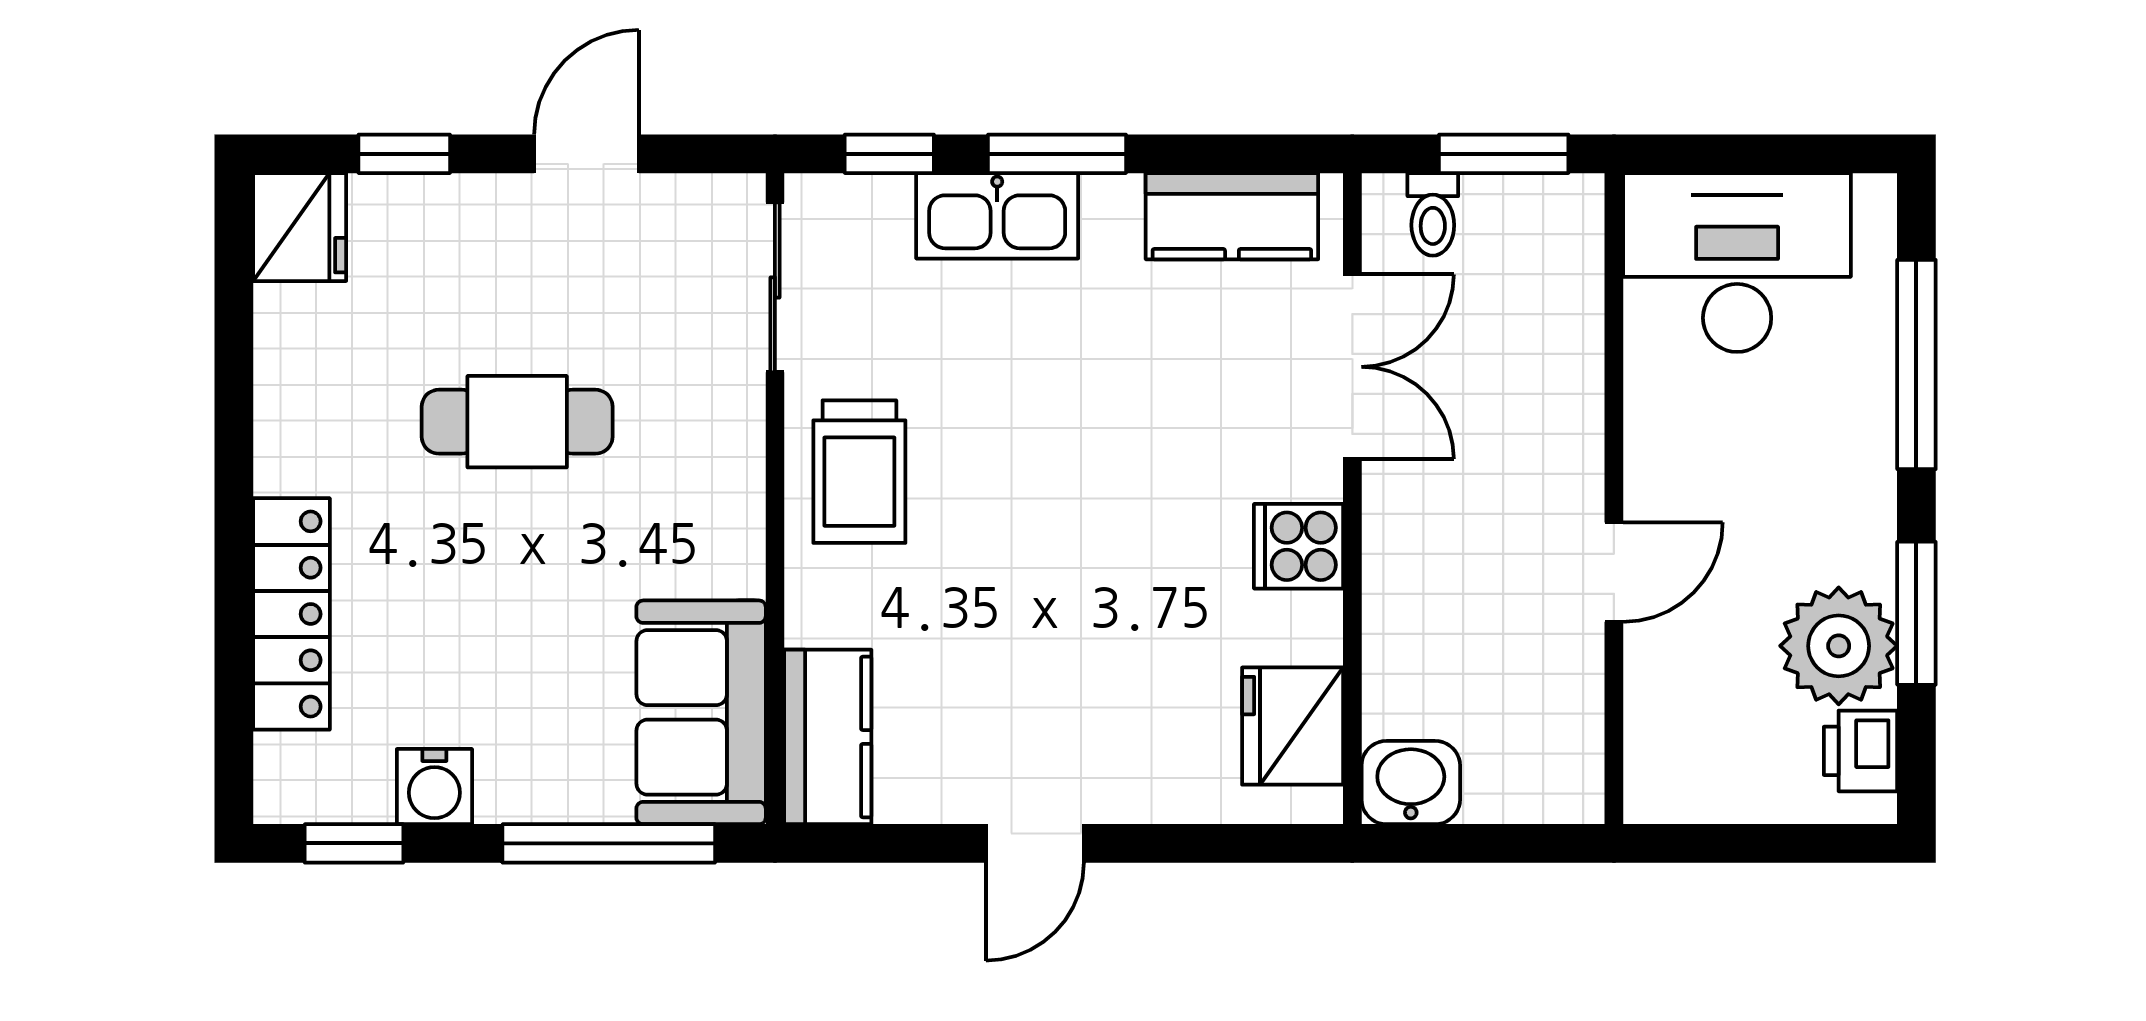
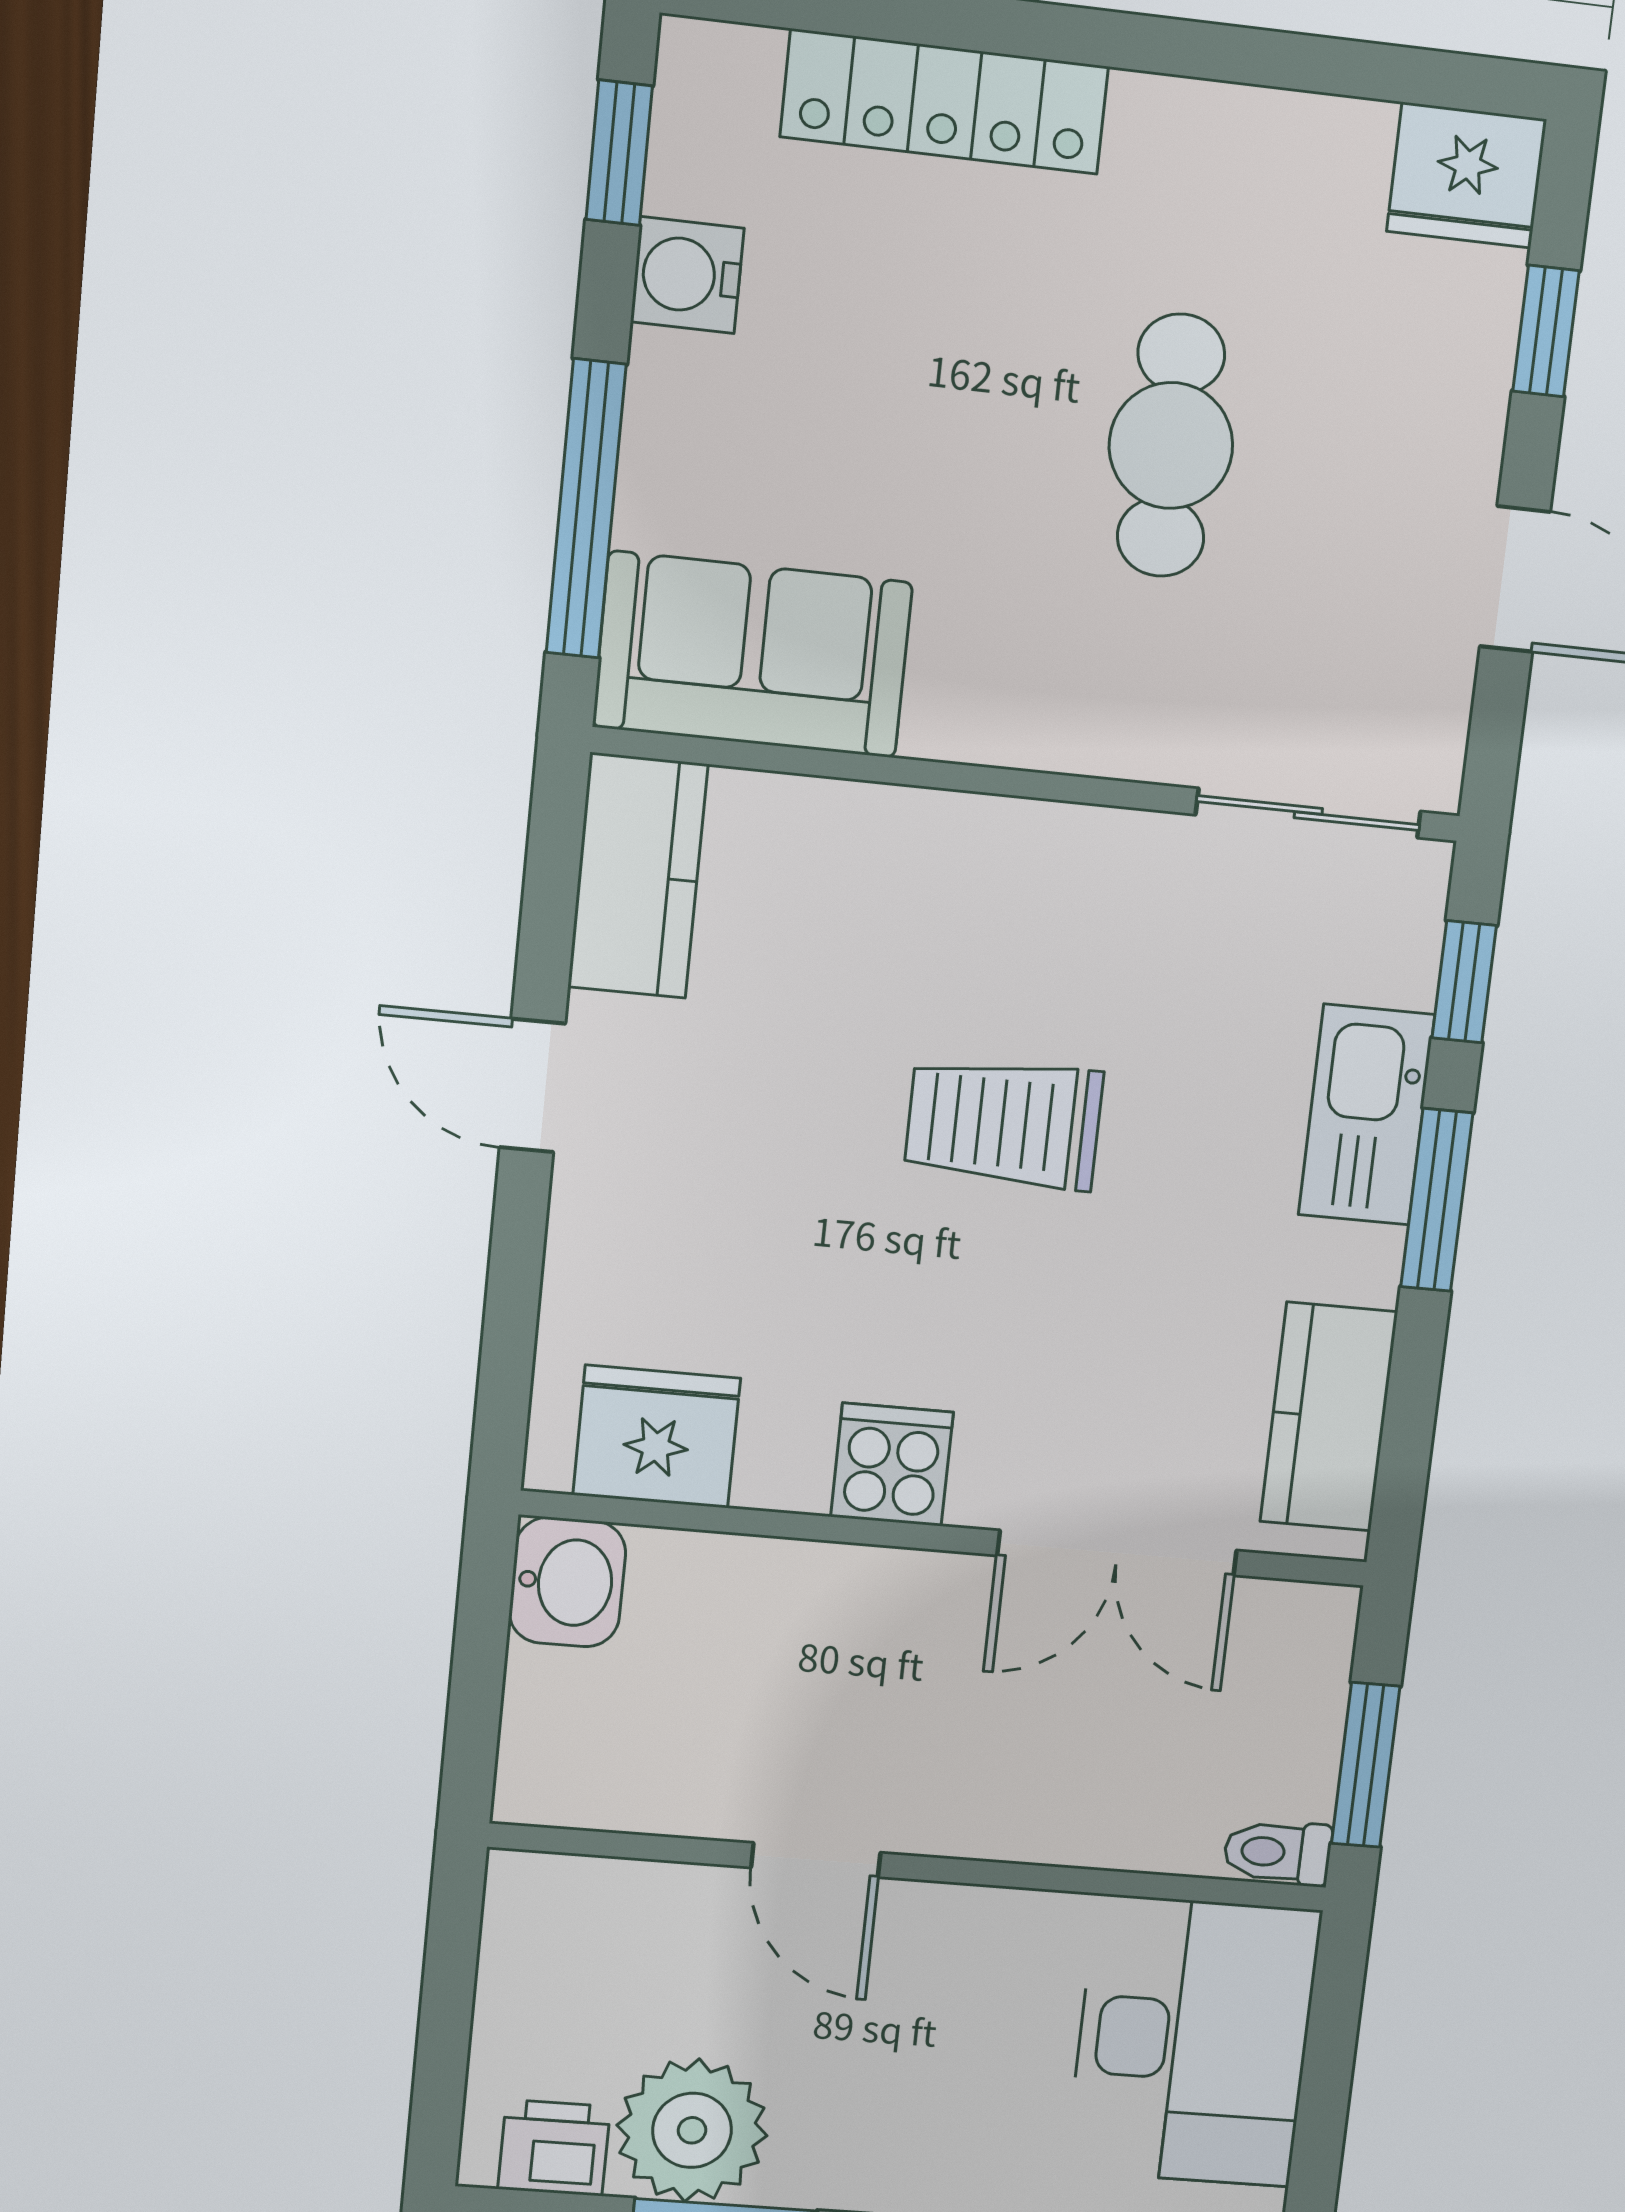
toilet: (1433, 214) -> (1278, 1852), moved
trolley: (859, 472) -> (1004, 1123), moved
kitchen counter: (828, 737) -> (638, 876), moved, turned -90

